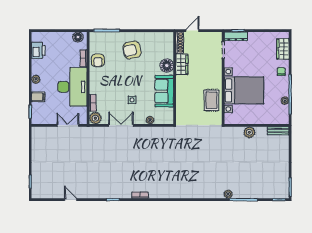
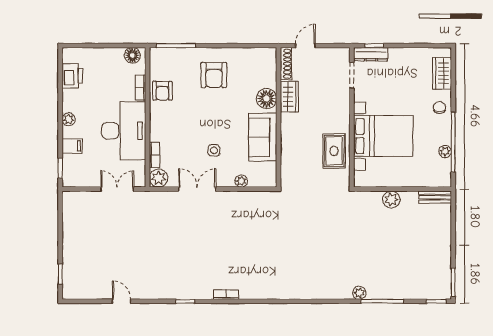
armchair: (132, 50) -> (214, 75), turned -78

